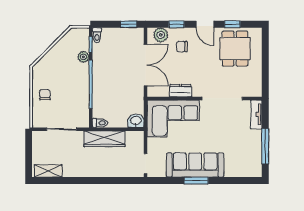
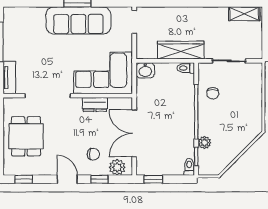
window: (232, 24) -> (24, 179), moved
dining table: (235, 49) -> (26, 136), moved
chair: (45, 95) -> (213, 93), moved

